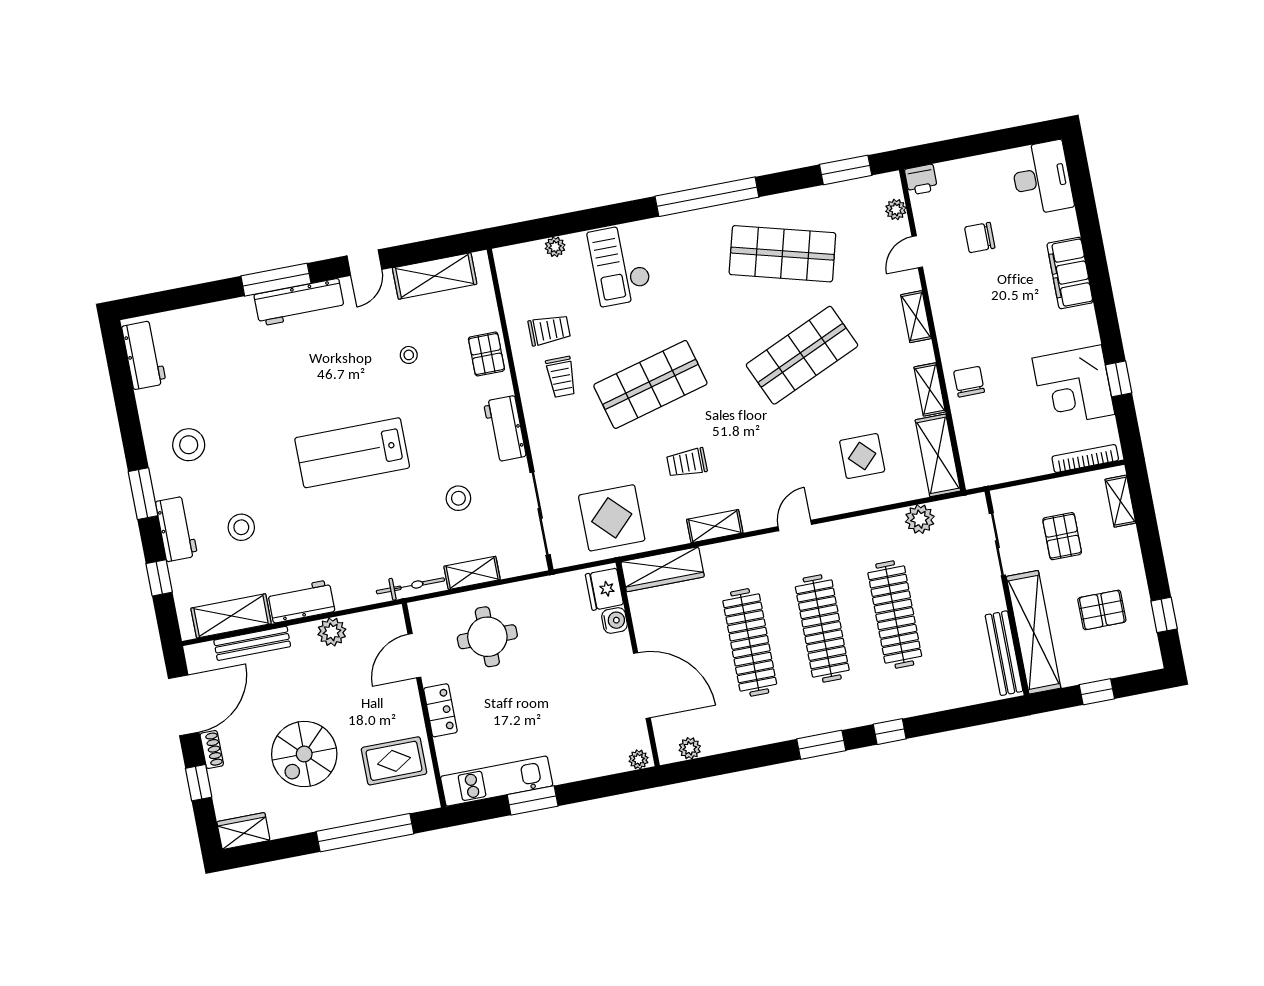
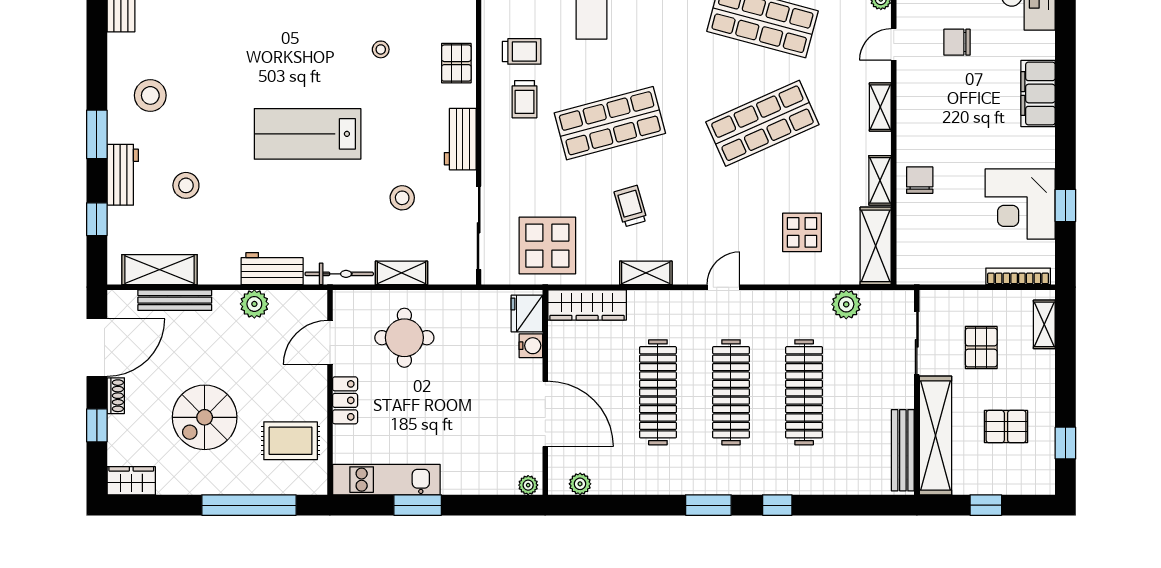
trolley: (687, 463) -> (631, 206), turned 74
workbench: (301, 601) -> (272, 269), moved

